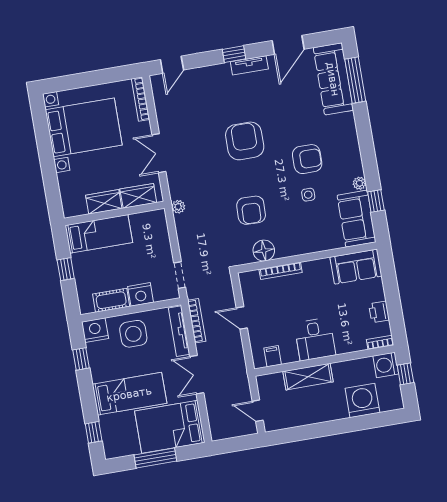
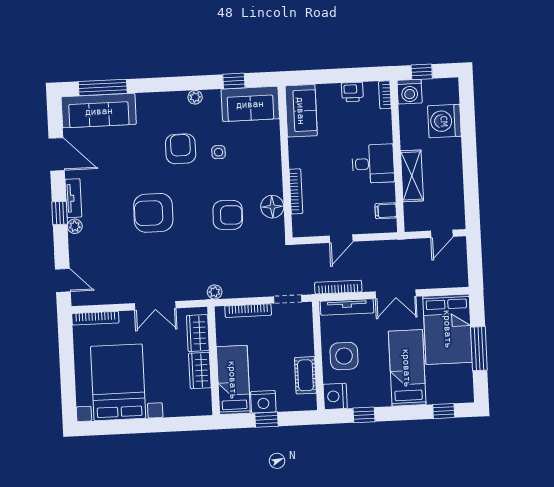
plant: (223, 70) -> (75, 226), added
plant: (359, 183) -> (195, 97), moved
bookcase: (165, 240) -> (248, 311), added
nightstand: (141, 294) -> (263, 402), moved, turned 90

